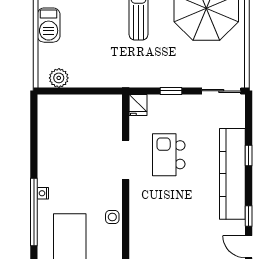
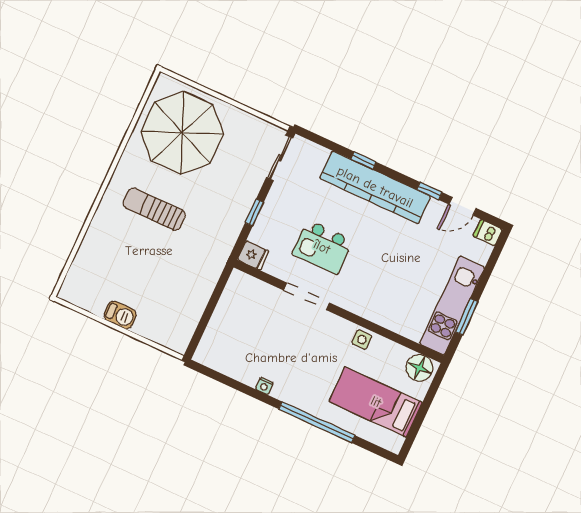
barbecue: (49, 25) -> (120, 315), width x0.73, depth x0.79
plant: (59, 78) -> (184, 328), removed
nightstand: (43, 193) -> (264, 386), moved

